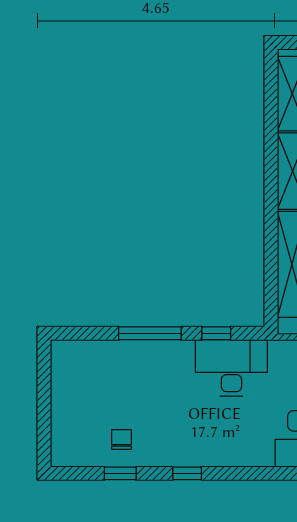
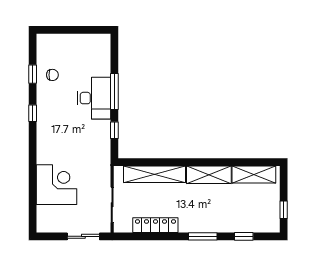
desk: (231, 368) -> (94, 98), moved

